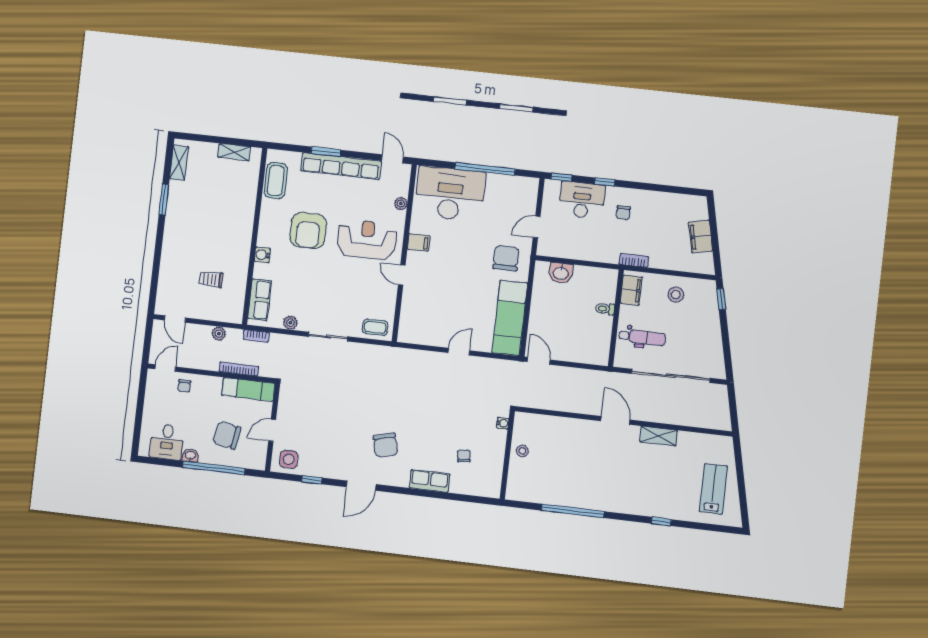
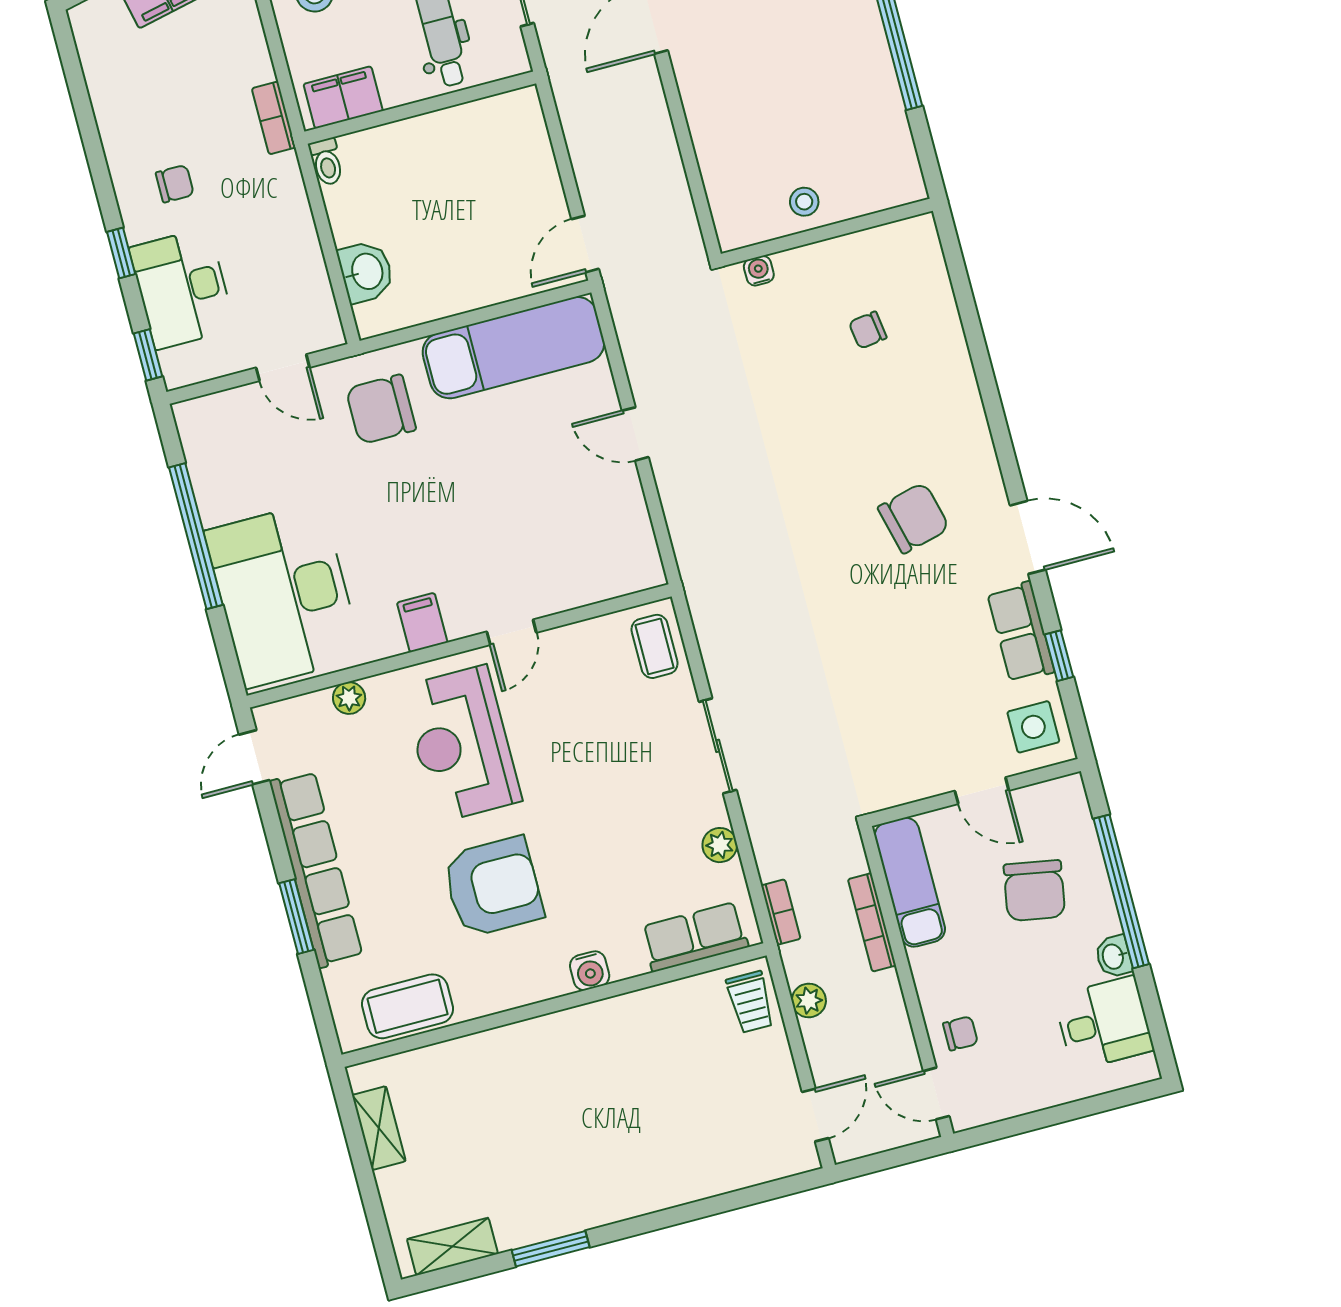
trolley: (211, 279) -> (750, 1002), moved
toilet: (605, 309) -> (326, 162), moved
row of seats: (430, 481) -> (1021, 632), moved

